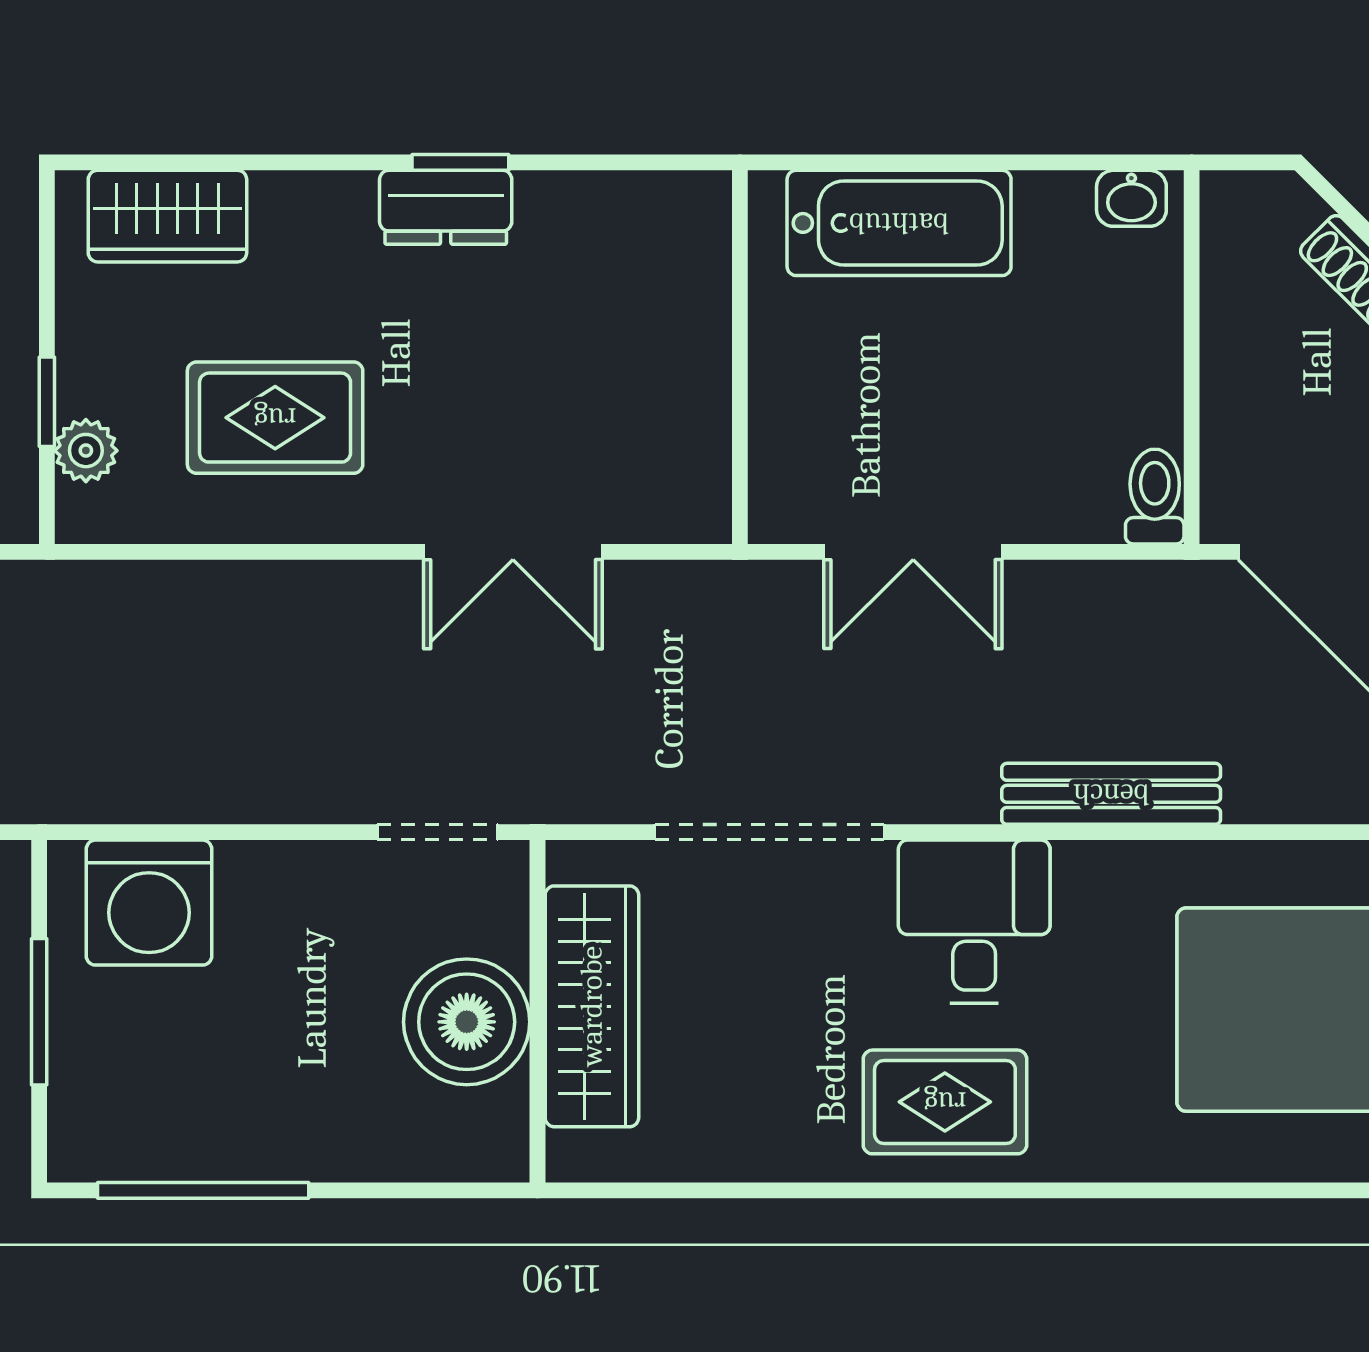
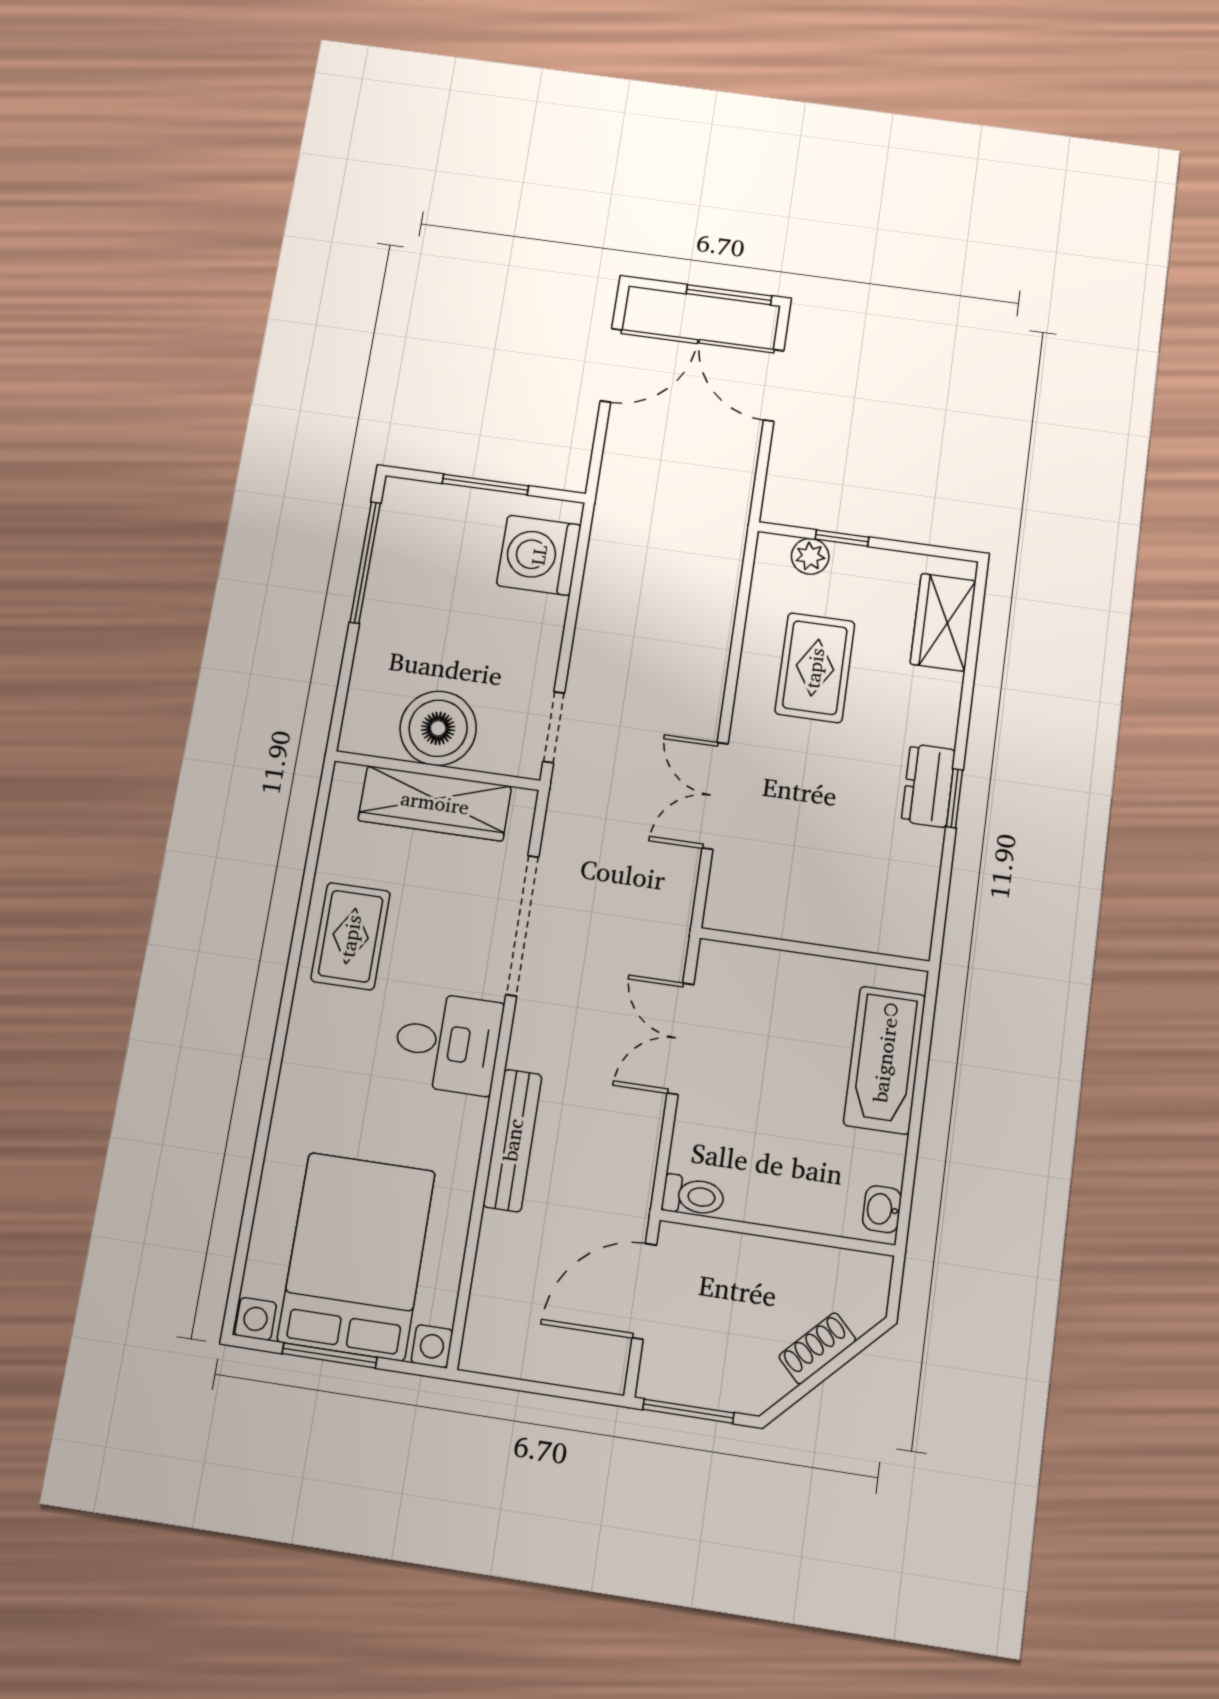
rug: (945, 1102) -> (351, 936), moved

